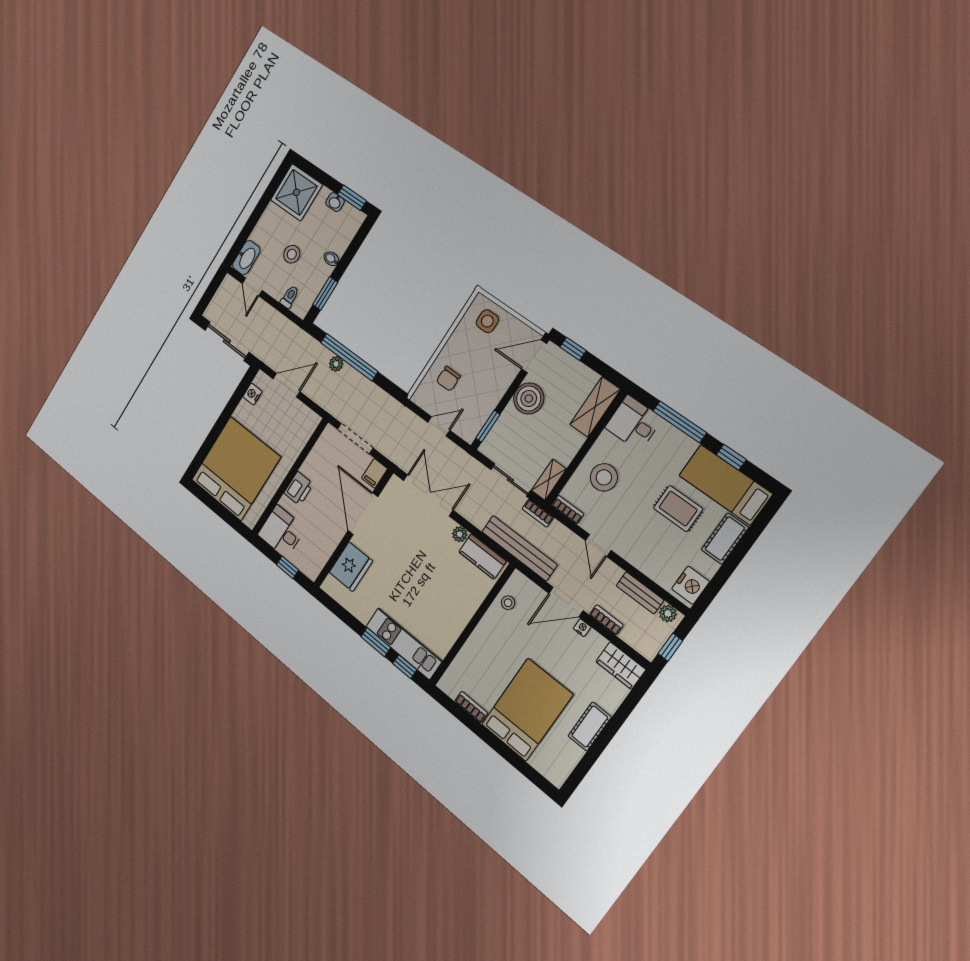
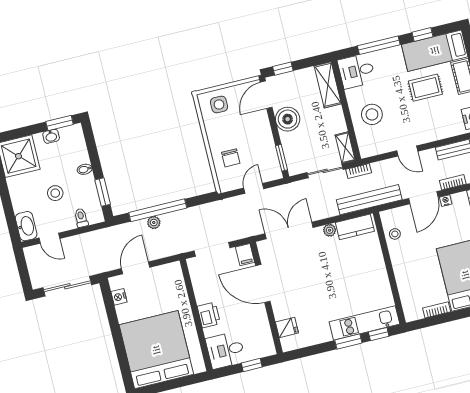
bookcase: (568, 510) -> (372, 151), removed
fridge: (351, 567) -> (287, 327), width x0.53, depth x0.75

